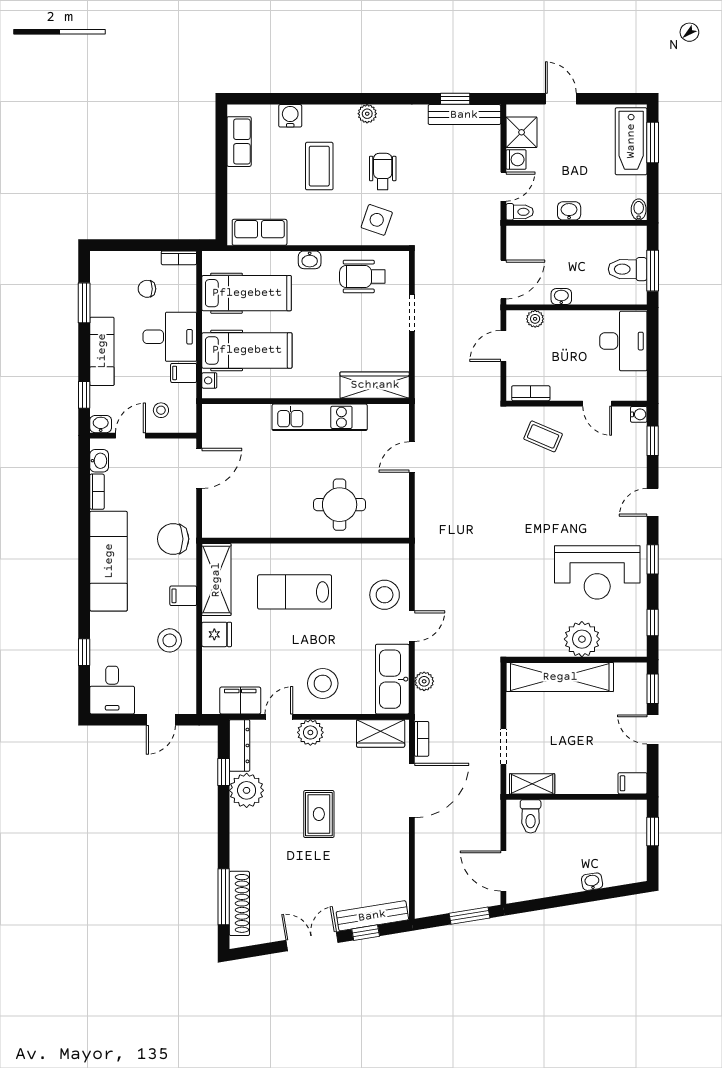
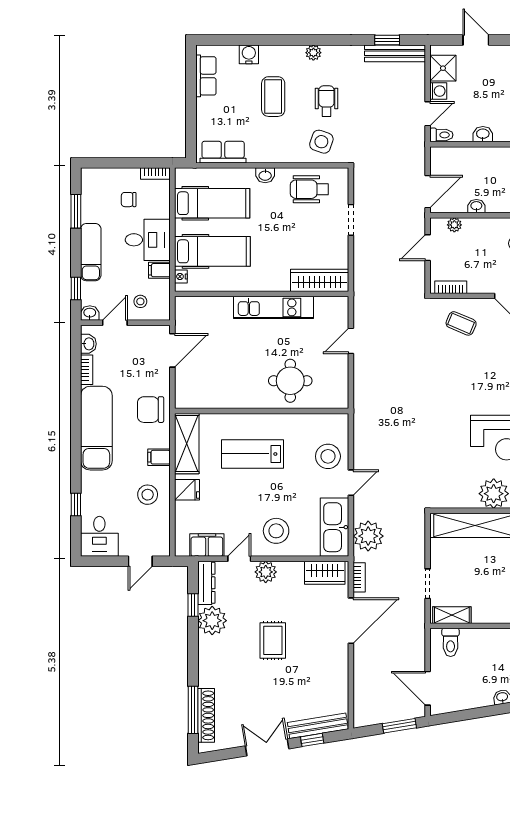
plant: (424, 681) -> (368, 536), width x1.87, depth x1.87

